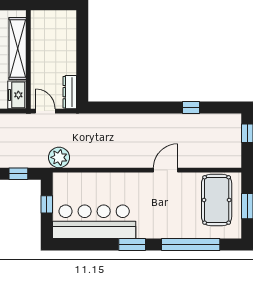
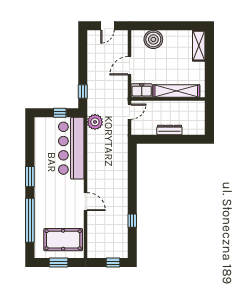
dresser: (70, 92) -> (169, 130), moved
bar counter: (94, 222) -> (71, 148), moved, turned 180

